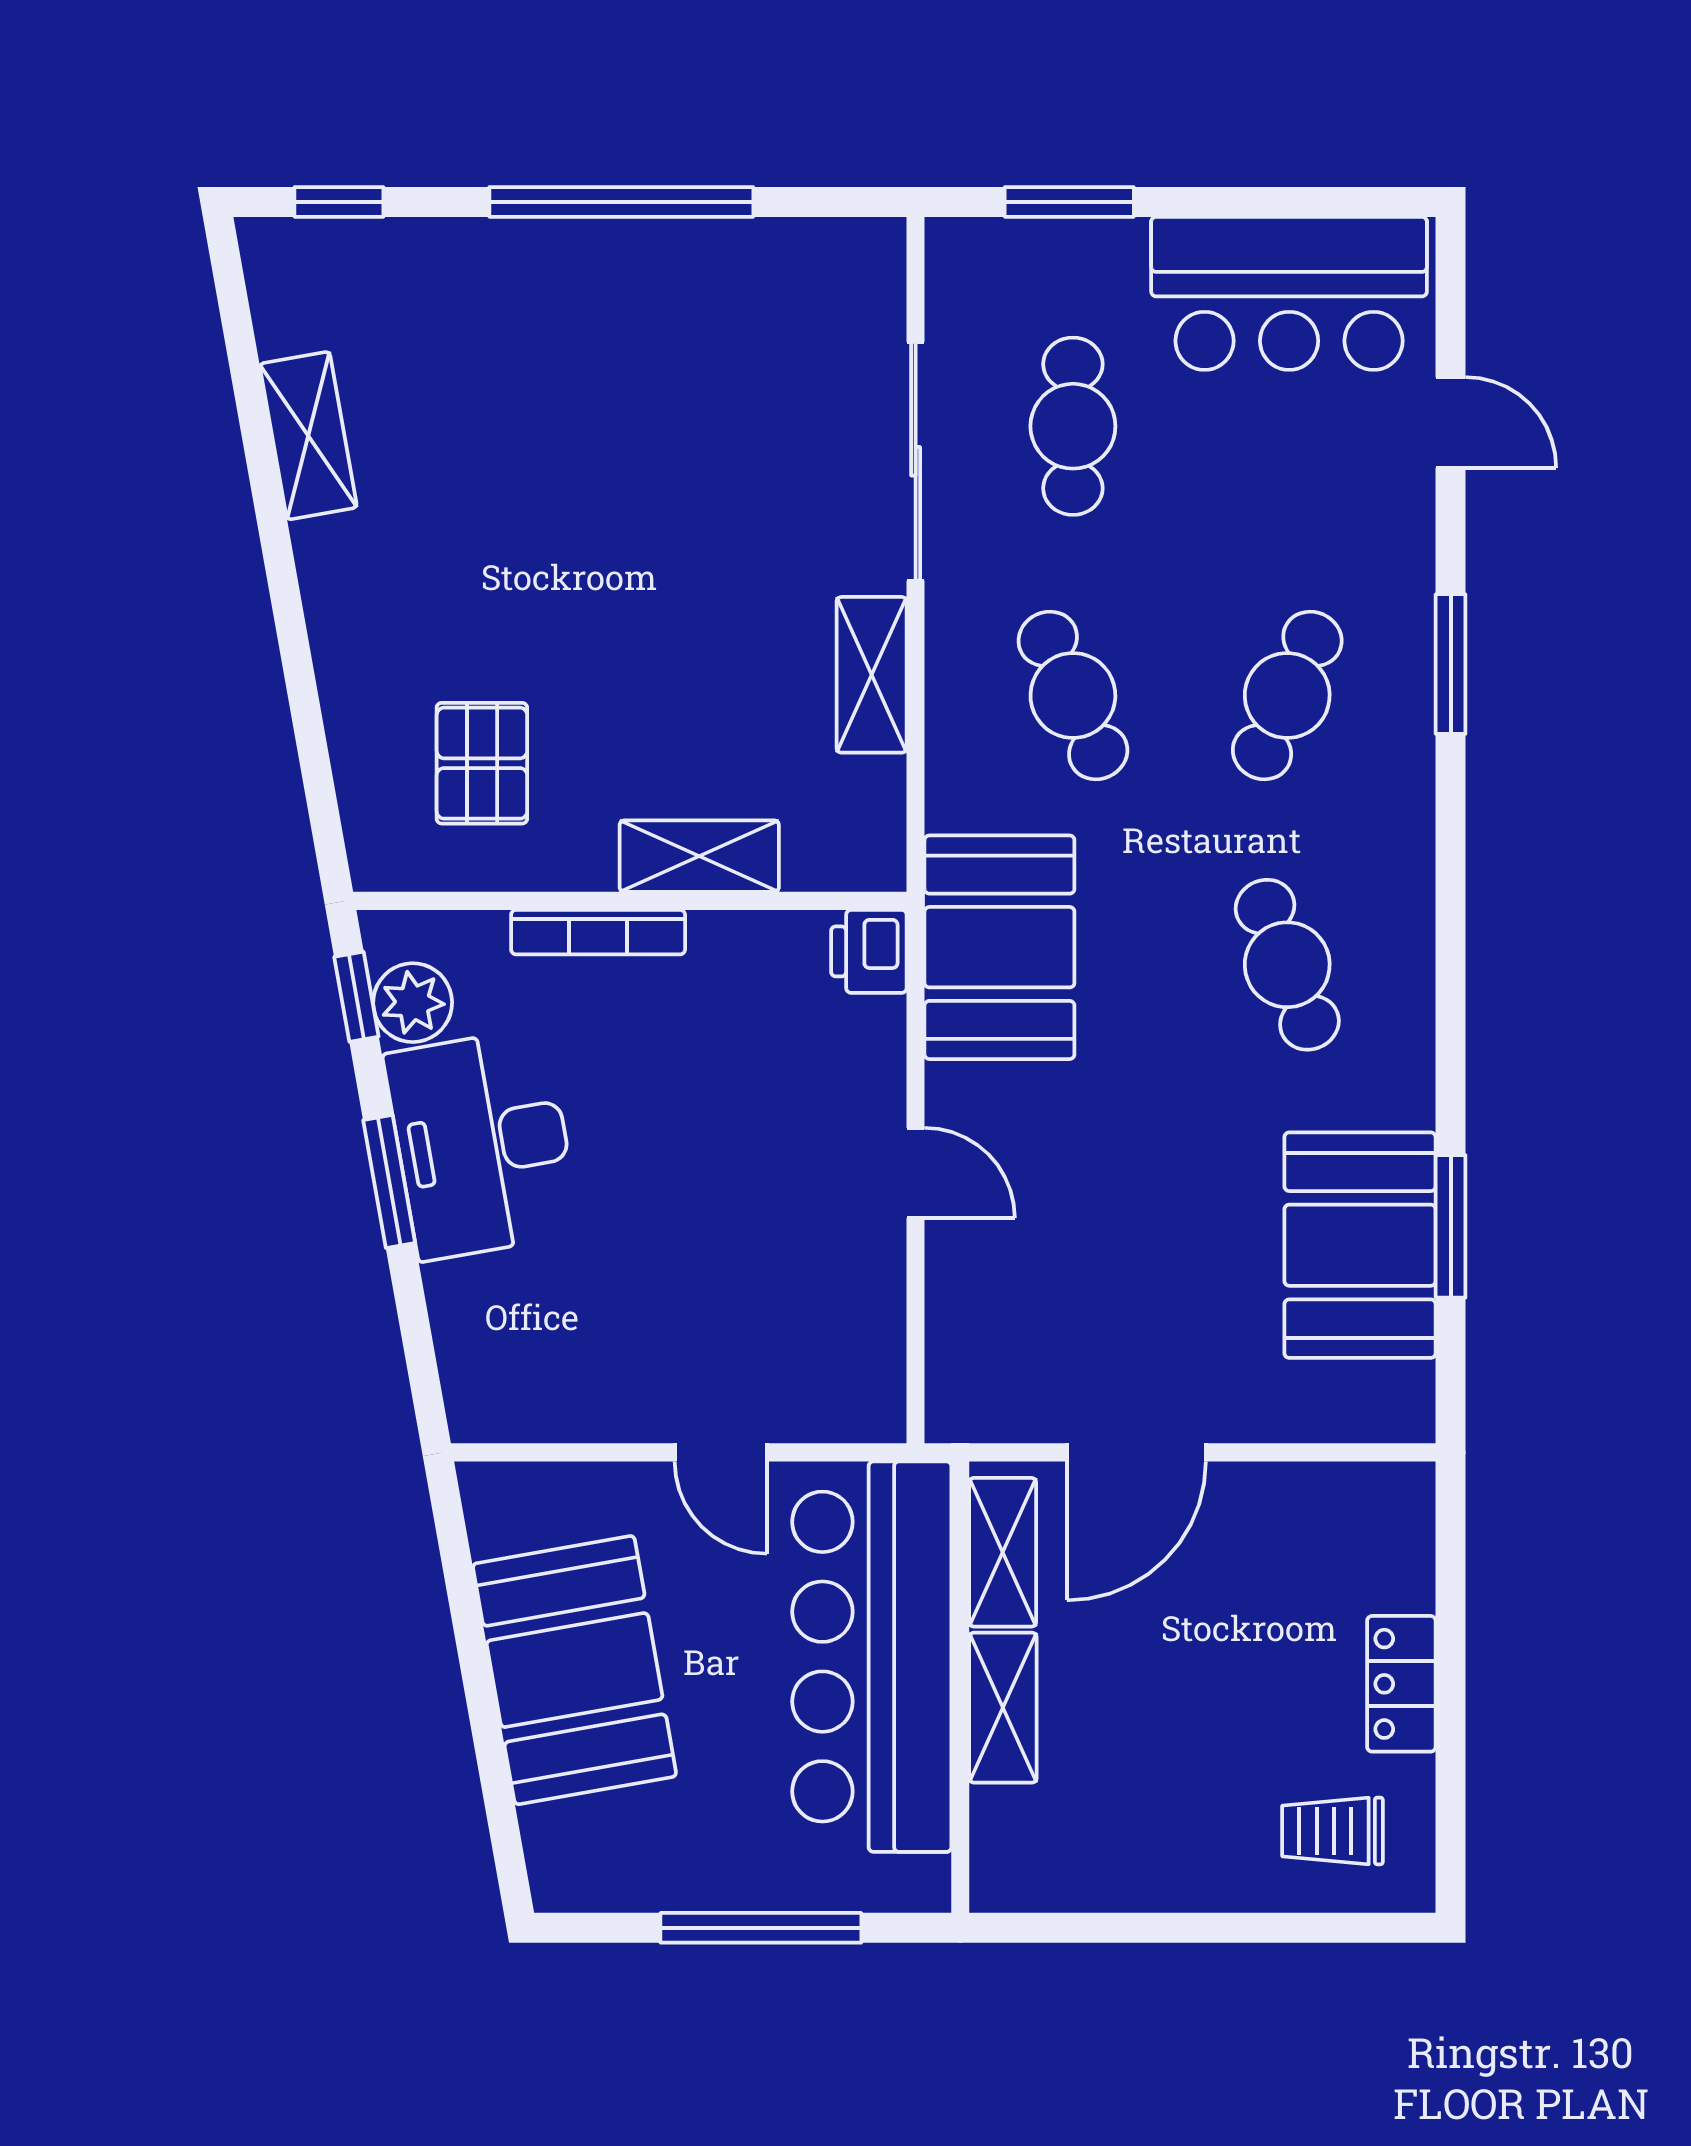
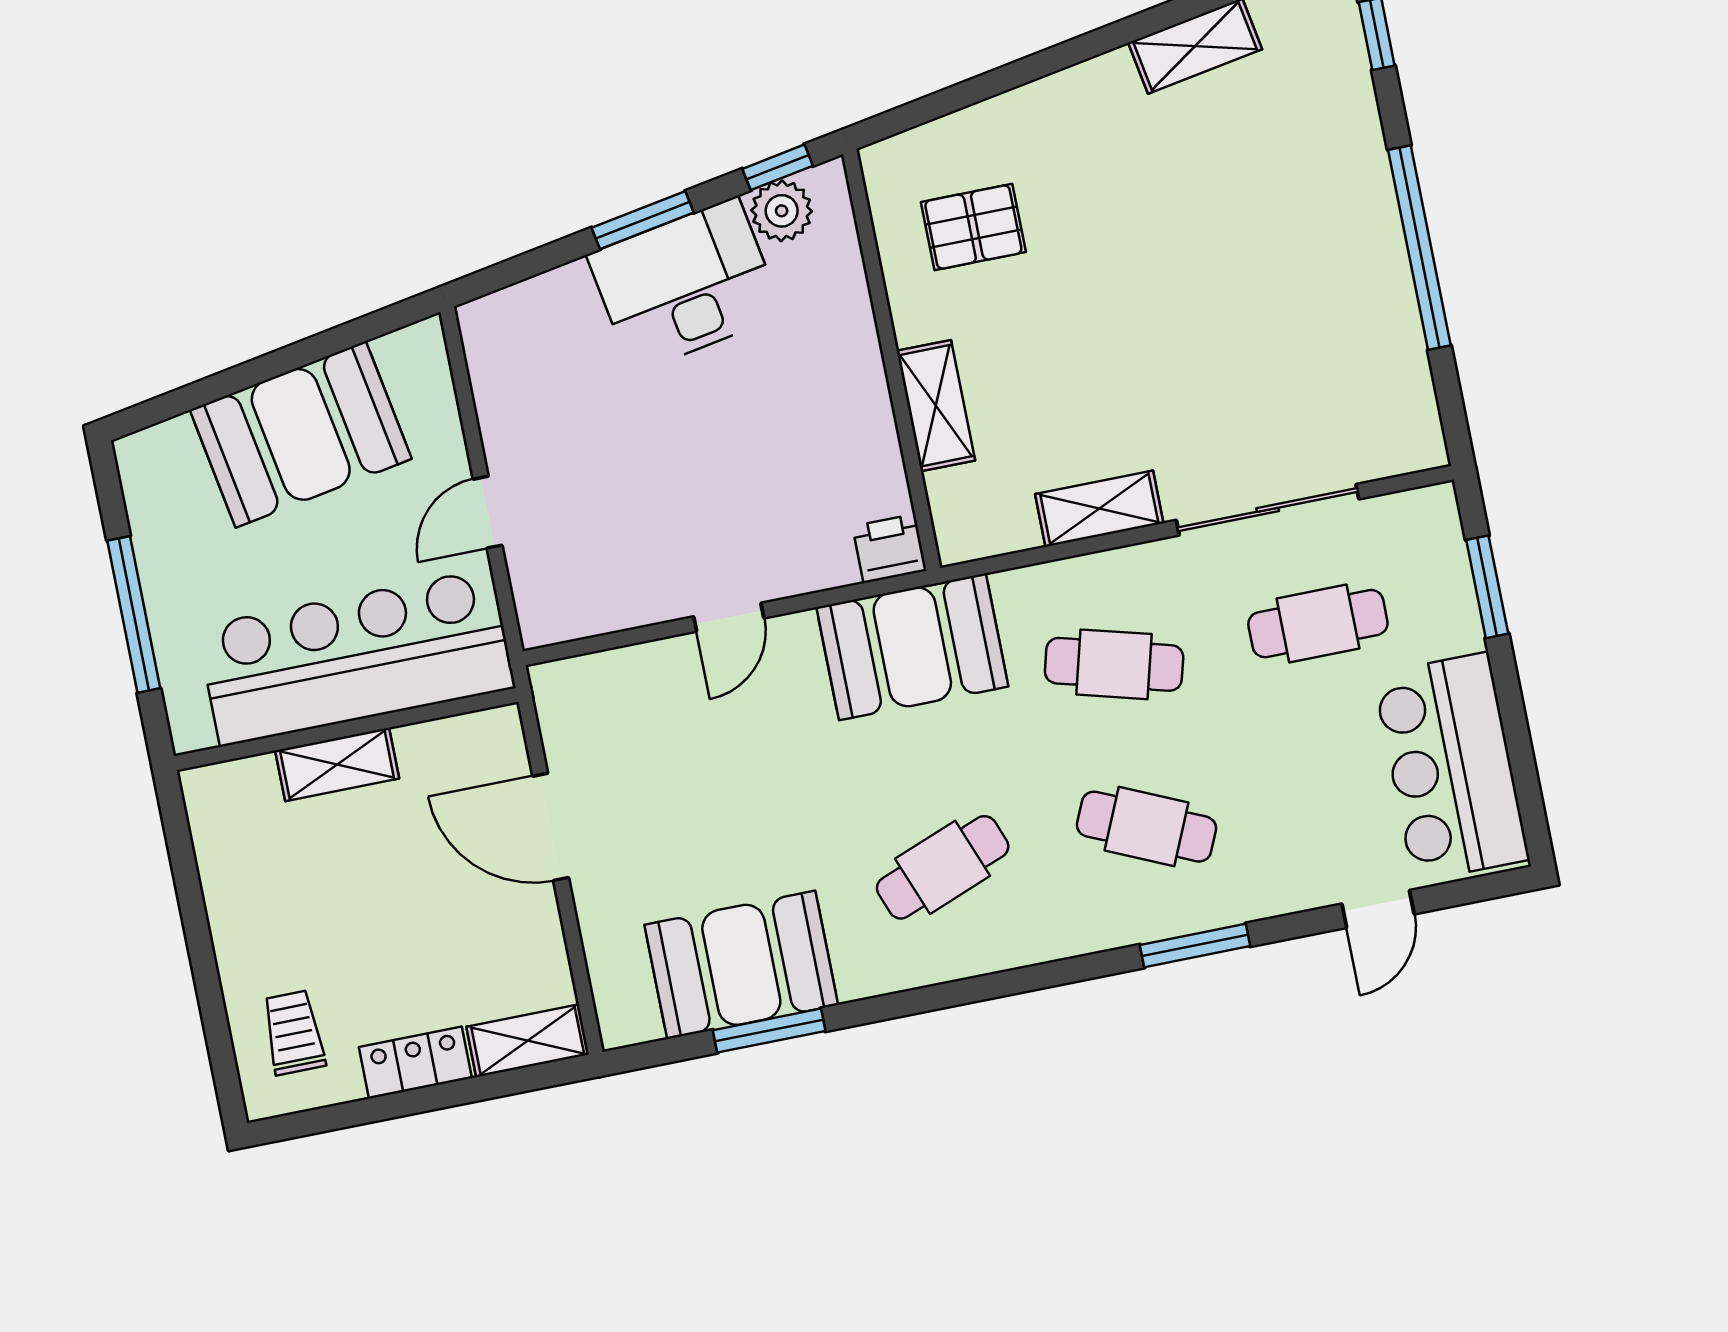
cafe table: (1073, 695) -> (1114, 664), turned 39
bookcase: (598, 932) -> (863, 341), removed
shelving: (1003, 1552) -> (528, 1041), moved

